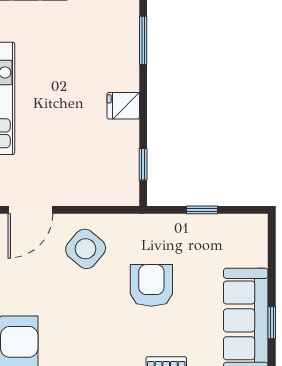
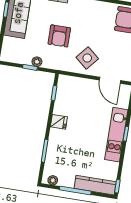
door: (30, 210) -> (110, 80), swing flipped
plant: (189, 224) -> (37, 62), added

